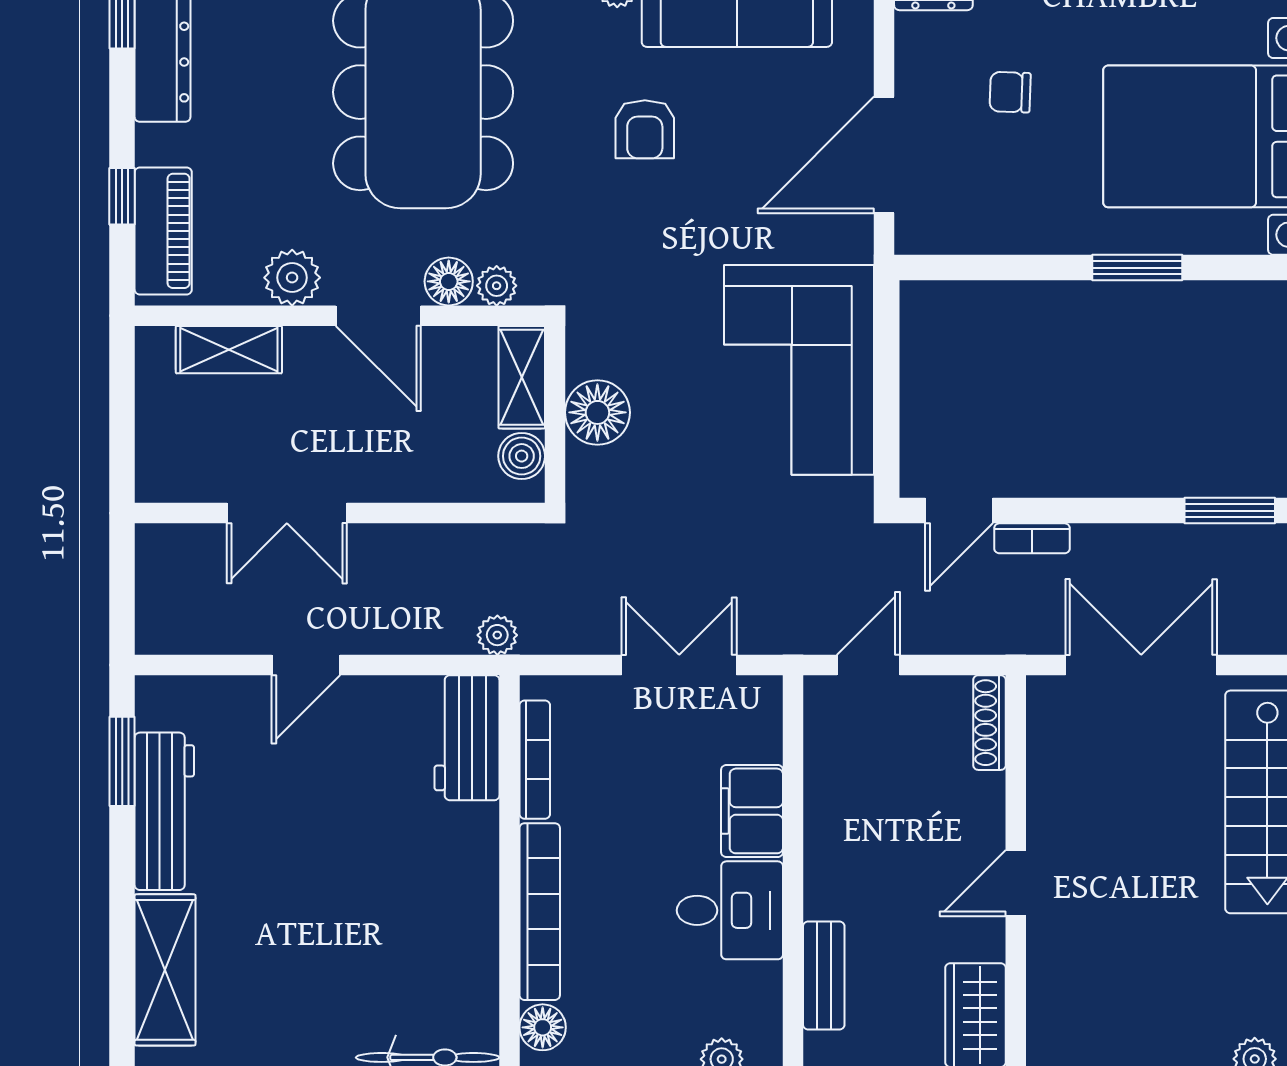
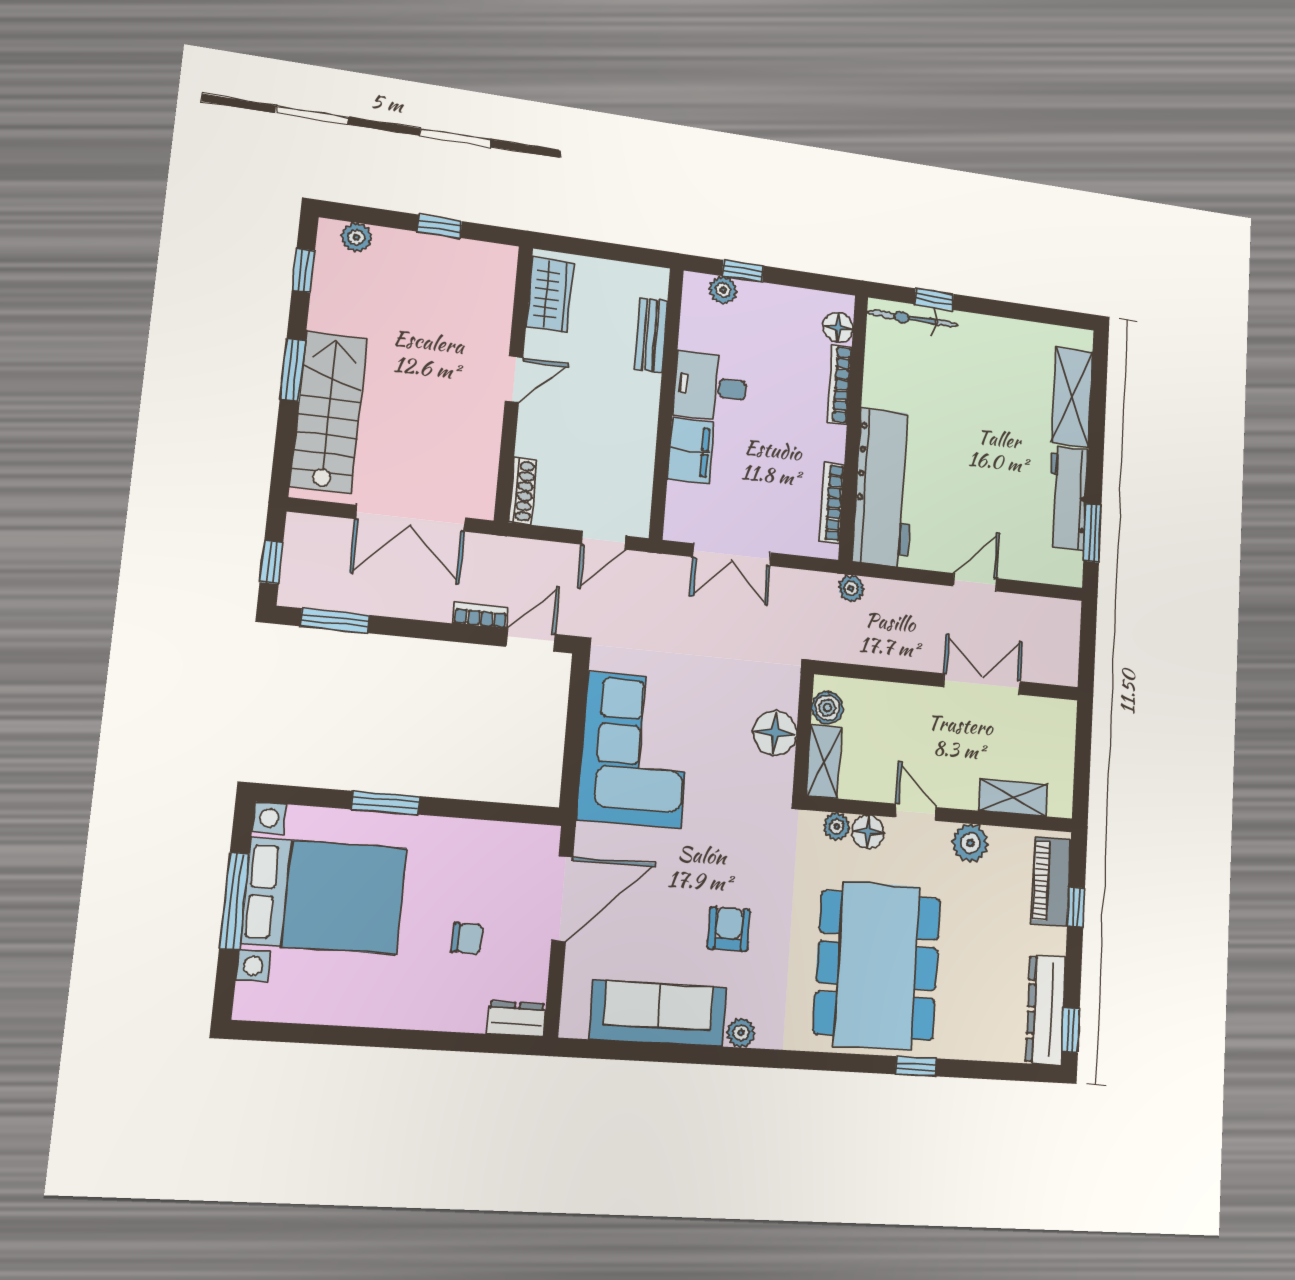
door: (378, 316) -> (916, 812), width x0.73
workbench: (467, 738) -> (884, 487), width x1.88, depth x1.32
bookcase: (540, 912) -> (839, 384), width x0.68, depth x0.76

